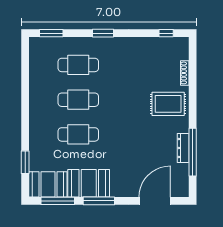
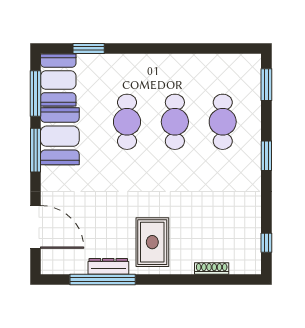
rug: (168, 104) -> (152, 242), moved

